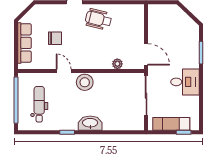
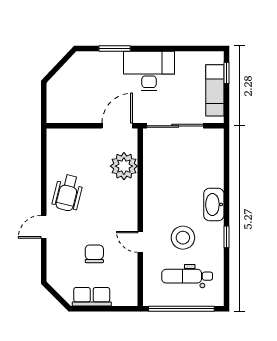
row of seats: (25, 43) -> (92, 297), width x0.68
plant: (117, 64) -> (124, 166), width x1.87, depth x1.87
door: (64, 71) -> (140, 242), hinge flipped
stool: (85, 82) -> (183, 238), moved
desk: (185, 82) -> (149, 71), width x1.37

